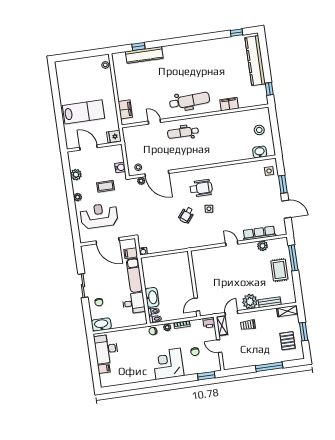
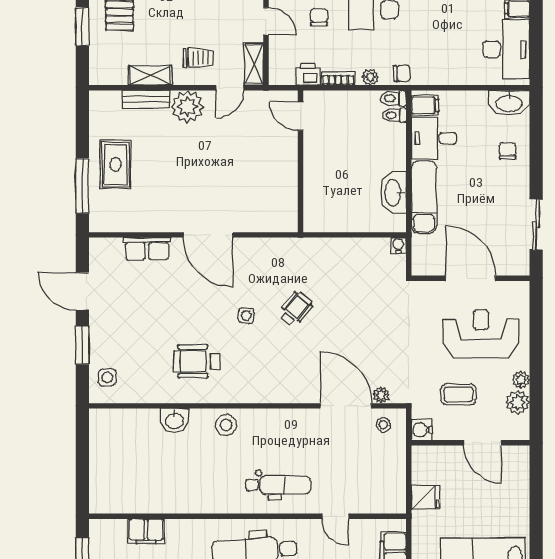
filing cabinet: (229, 104) -> (146, 531), moved
stool: (259, 130) -> (226, 425), moved
door: (89, 147) -> (483, 443), moved
wall: (94, 147) -> (470, 443), moved
washbasin: (260, 152) -> (174, 420), moved
plant: (76, 175) -> (518, 402), moved
wheelchair: (201, 188) -> (197, 361), moved
reception desk: (99, 216) -> (481, 334), turned 180
row of seats: (259, 233) -> (147, 249), width x0.68
door: (232, 244) -> (208, 235), width x1.87
plant: (262, 246) -> (144, 221), removed
filing cabinet: (131, 253) -> (425, 105), moved
sliding door: (83, 286) -> (536, 225), moved
washbasin: (152, 297) -> (393, 193), moved
door: (197, 305) -> (301, 116), swing flipped
shelving: (287, 311) -> (150, 75), moved
printer: (209, 323) -> (308, 74), moved

